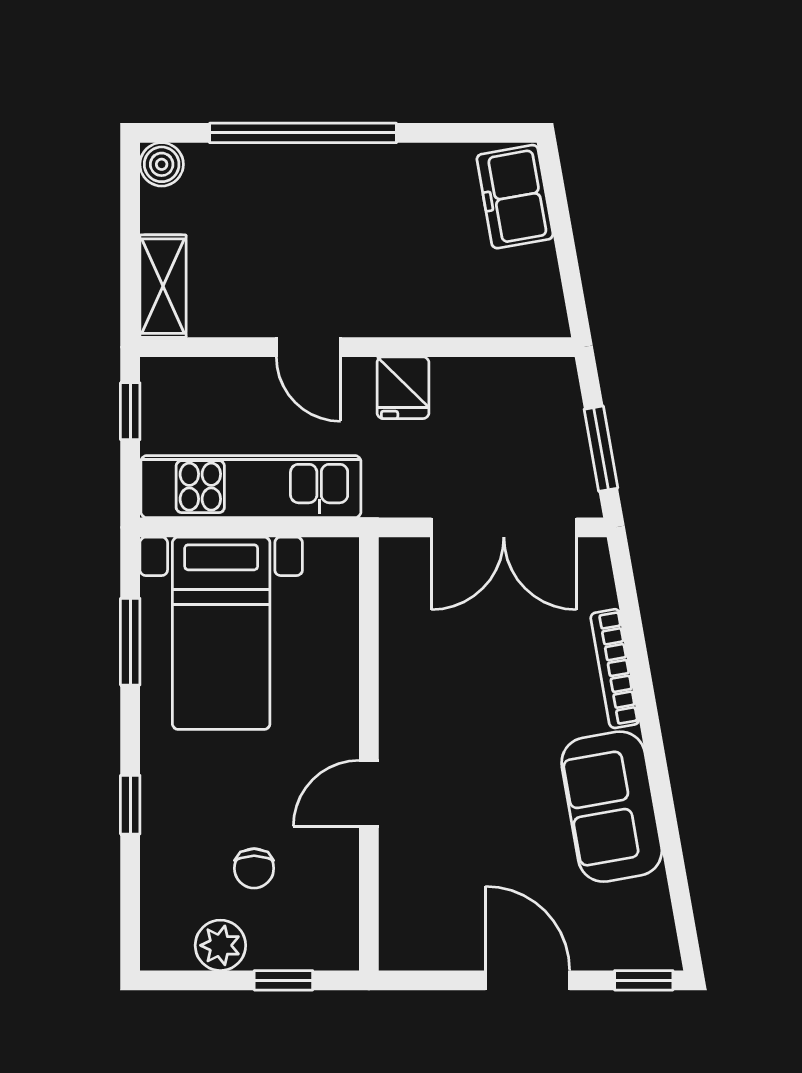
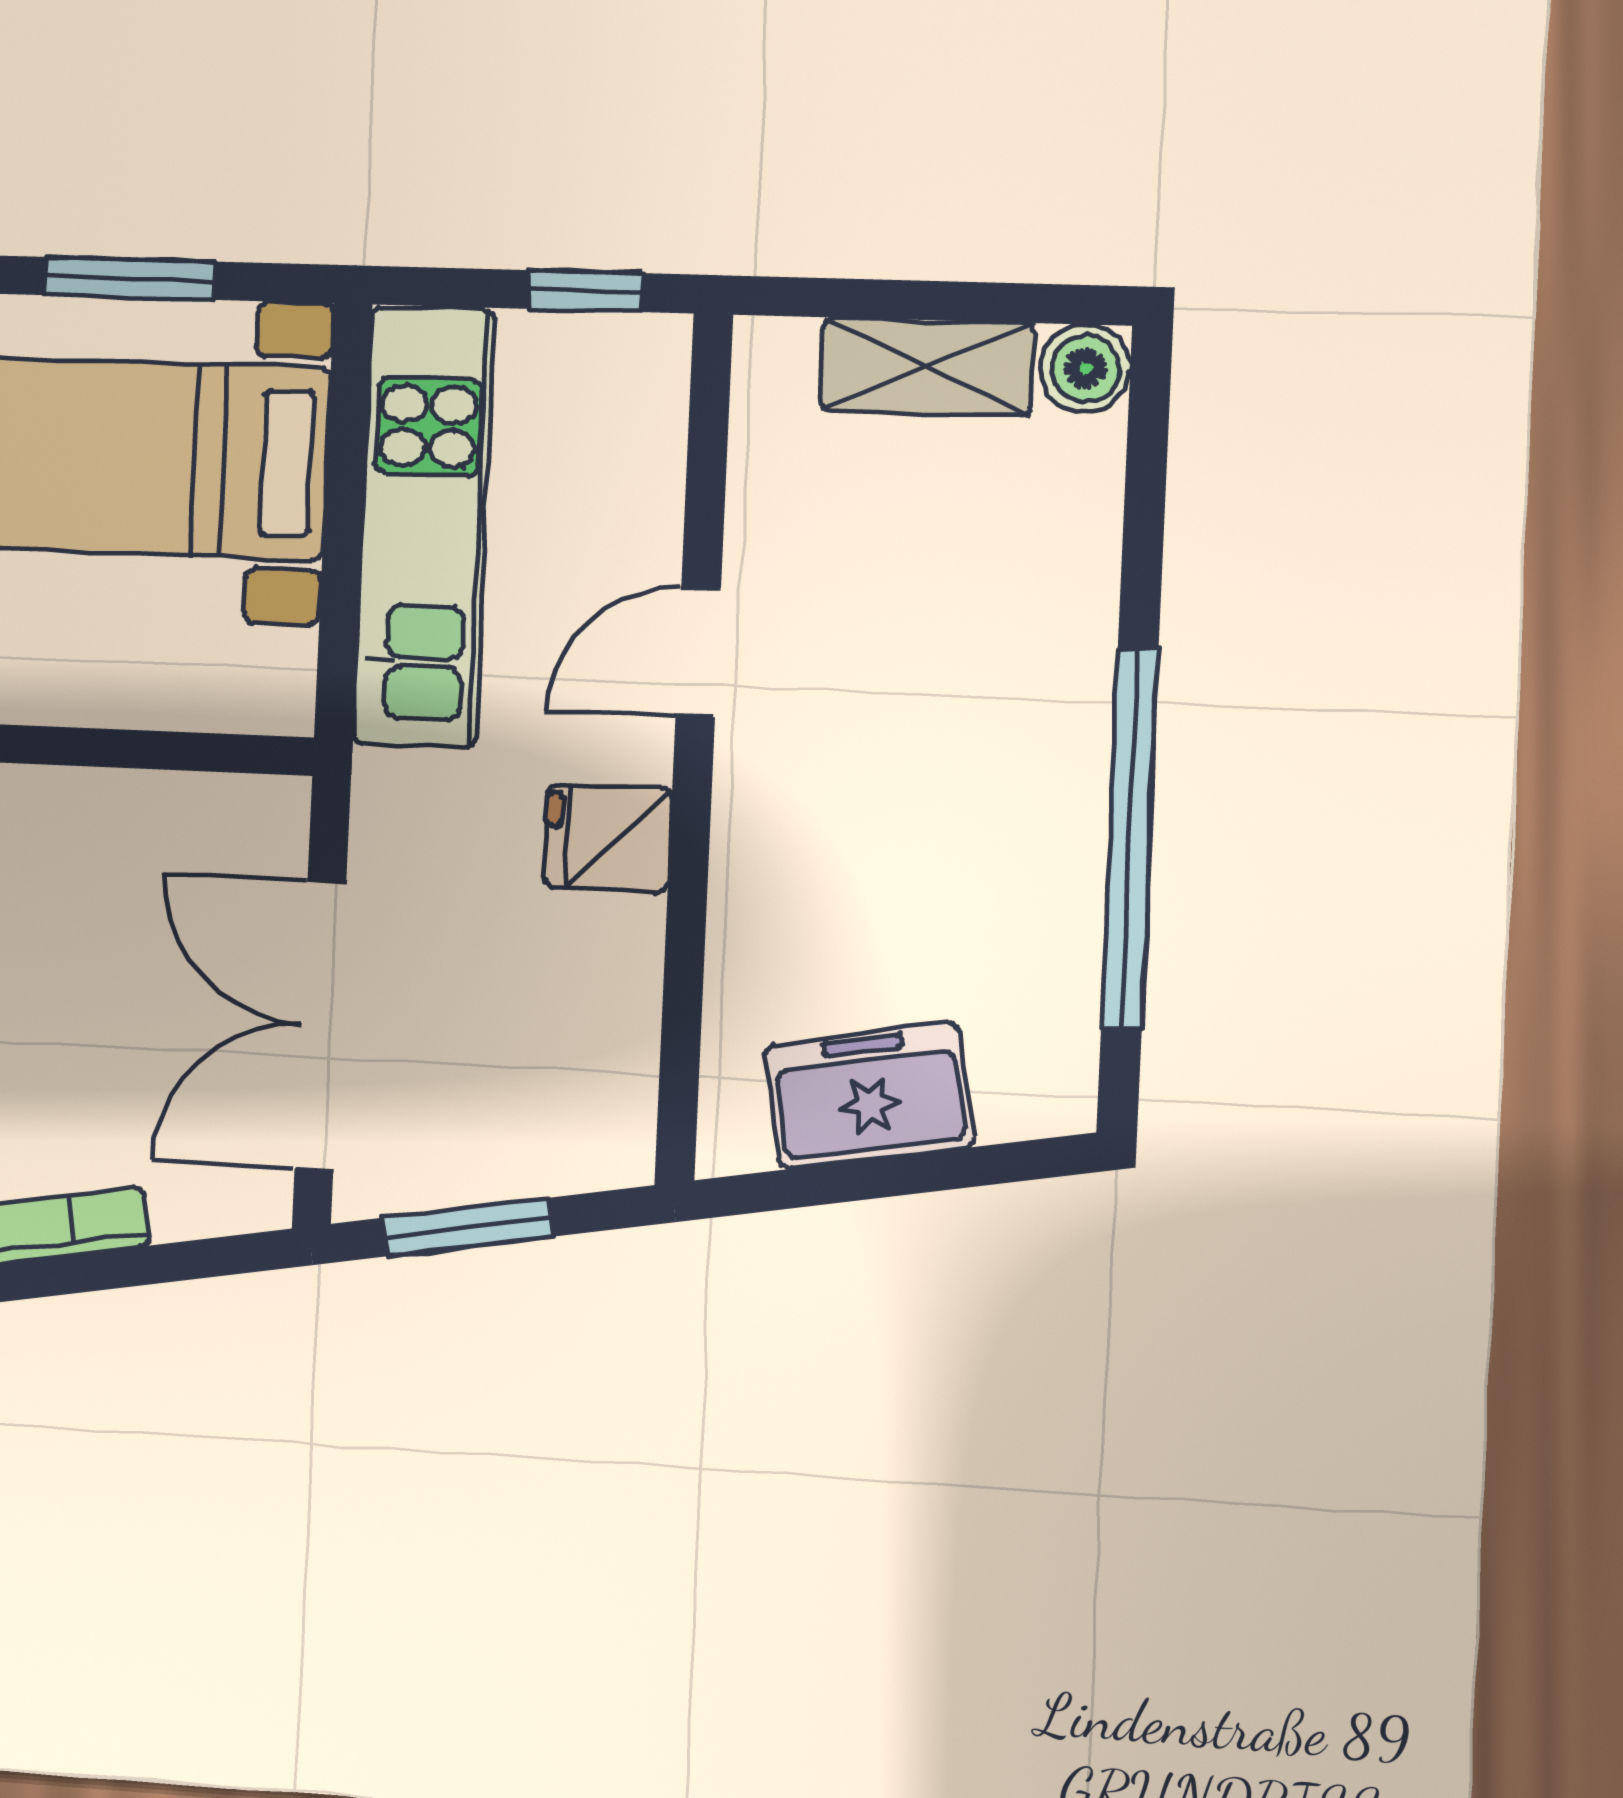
window: (303, 133) -> (1130, 839), moved
freezer: (515, 197) -> (869, 1096), moved
shelving: (163, 286) -> (927, 367), moved

